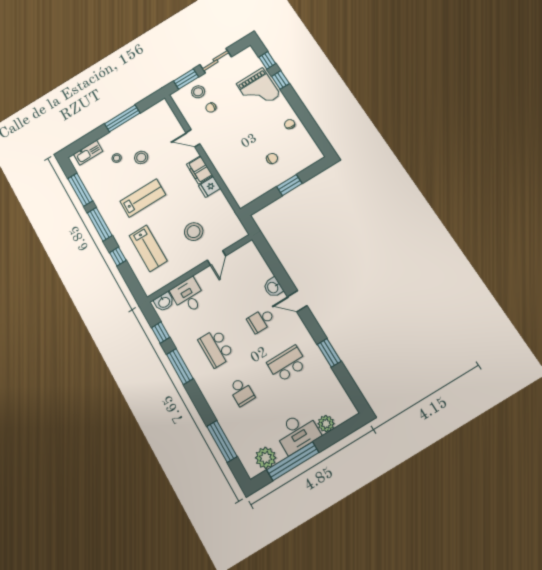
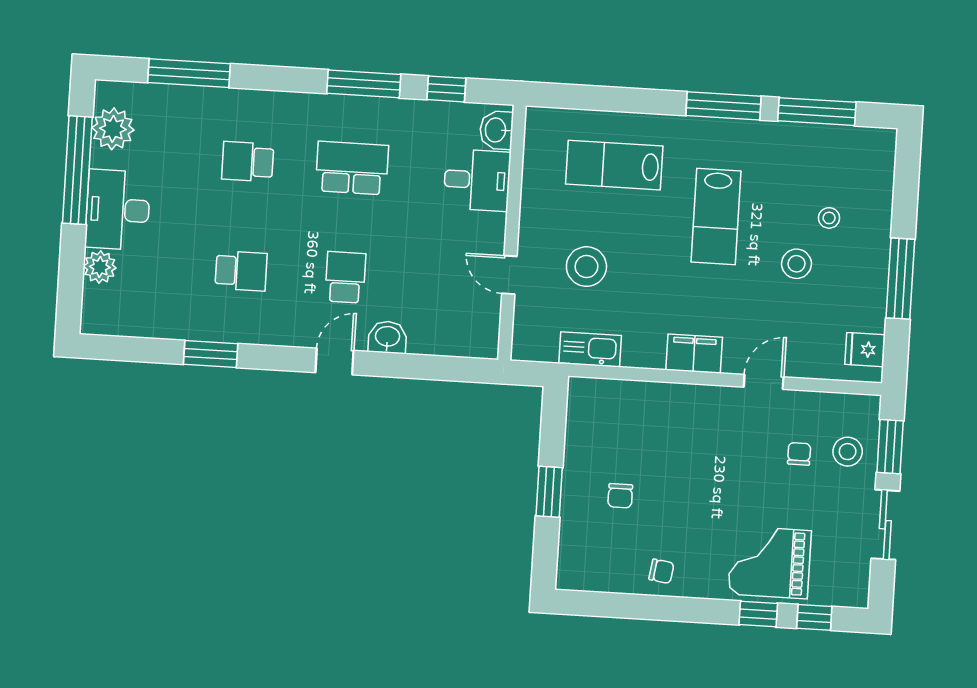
kitchen sink: (88, 153) -> (590, 349), moved, turned 90
fridge: (210, 187) -> (865, 350), moved, turned -90
window: (118, 256) -> (639, 101), removed
school desk: (287, 364) -> (241, 271), width x0.54

